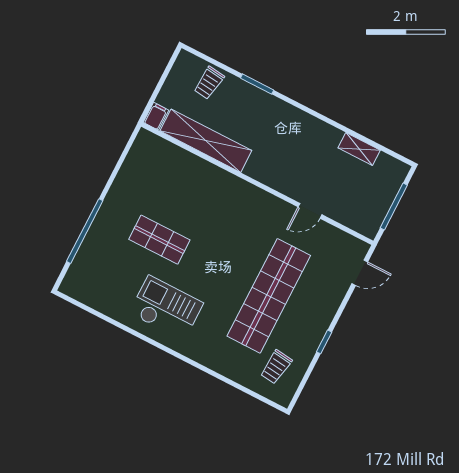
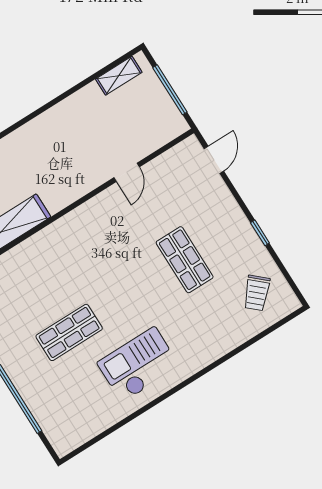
shelving: (359, 149) -> (119, 76), moved
shop shelf: (269, 296) -> (185, 260), width x0.50, depth x0.74
trolley: (276, 367) -> (257, 293), turned 35

